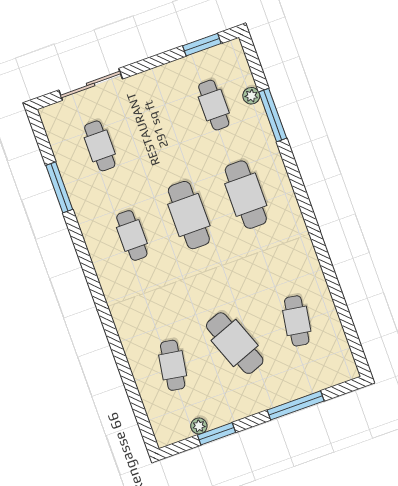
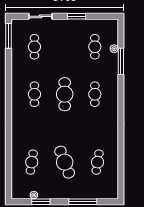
window: (202, 45) -> (77, 16), moved
sliding door: (91, 84) -> (40, 16), width x0.73
window: (59, 187) -> (8, 36), moved
cafe table: (246, 195) -> (95, 94), width x0.73, depth x0.74

